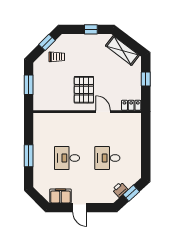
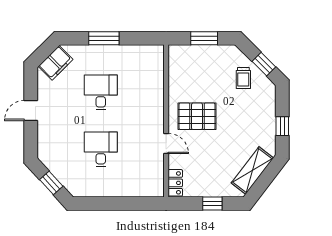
door: (103, 112) -> (166, 143), hinge flipped
printer: (120, 190) -> (56, 167), removed
filing cabinet: (60, 196) -> (56, 63), moved, turned 45

